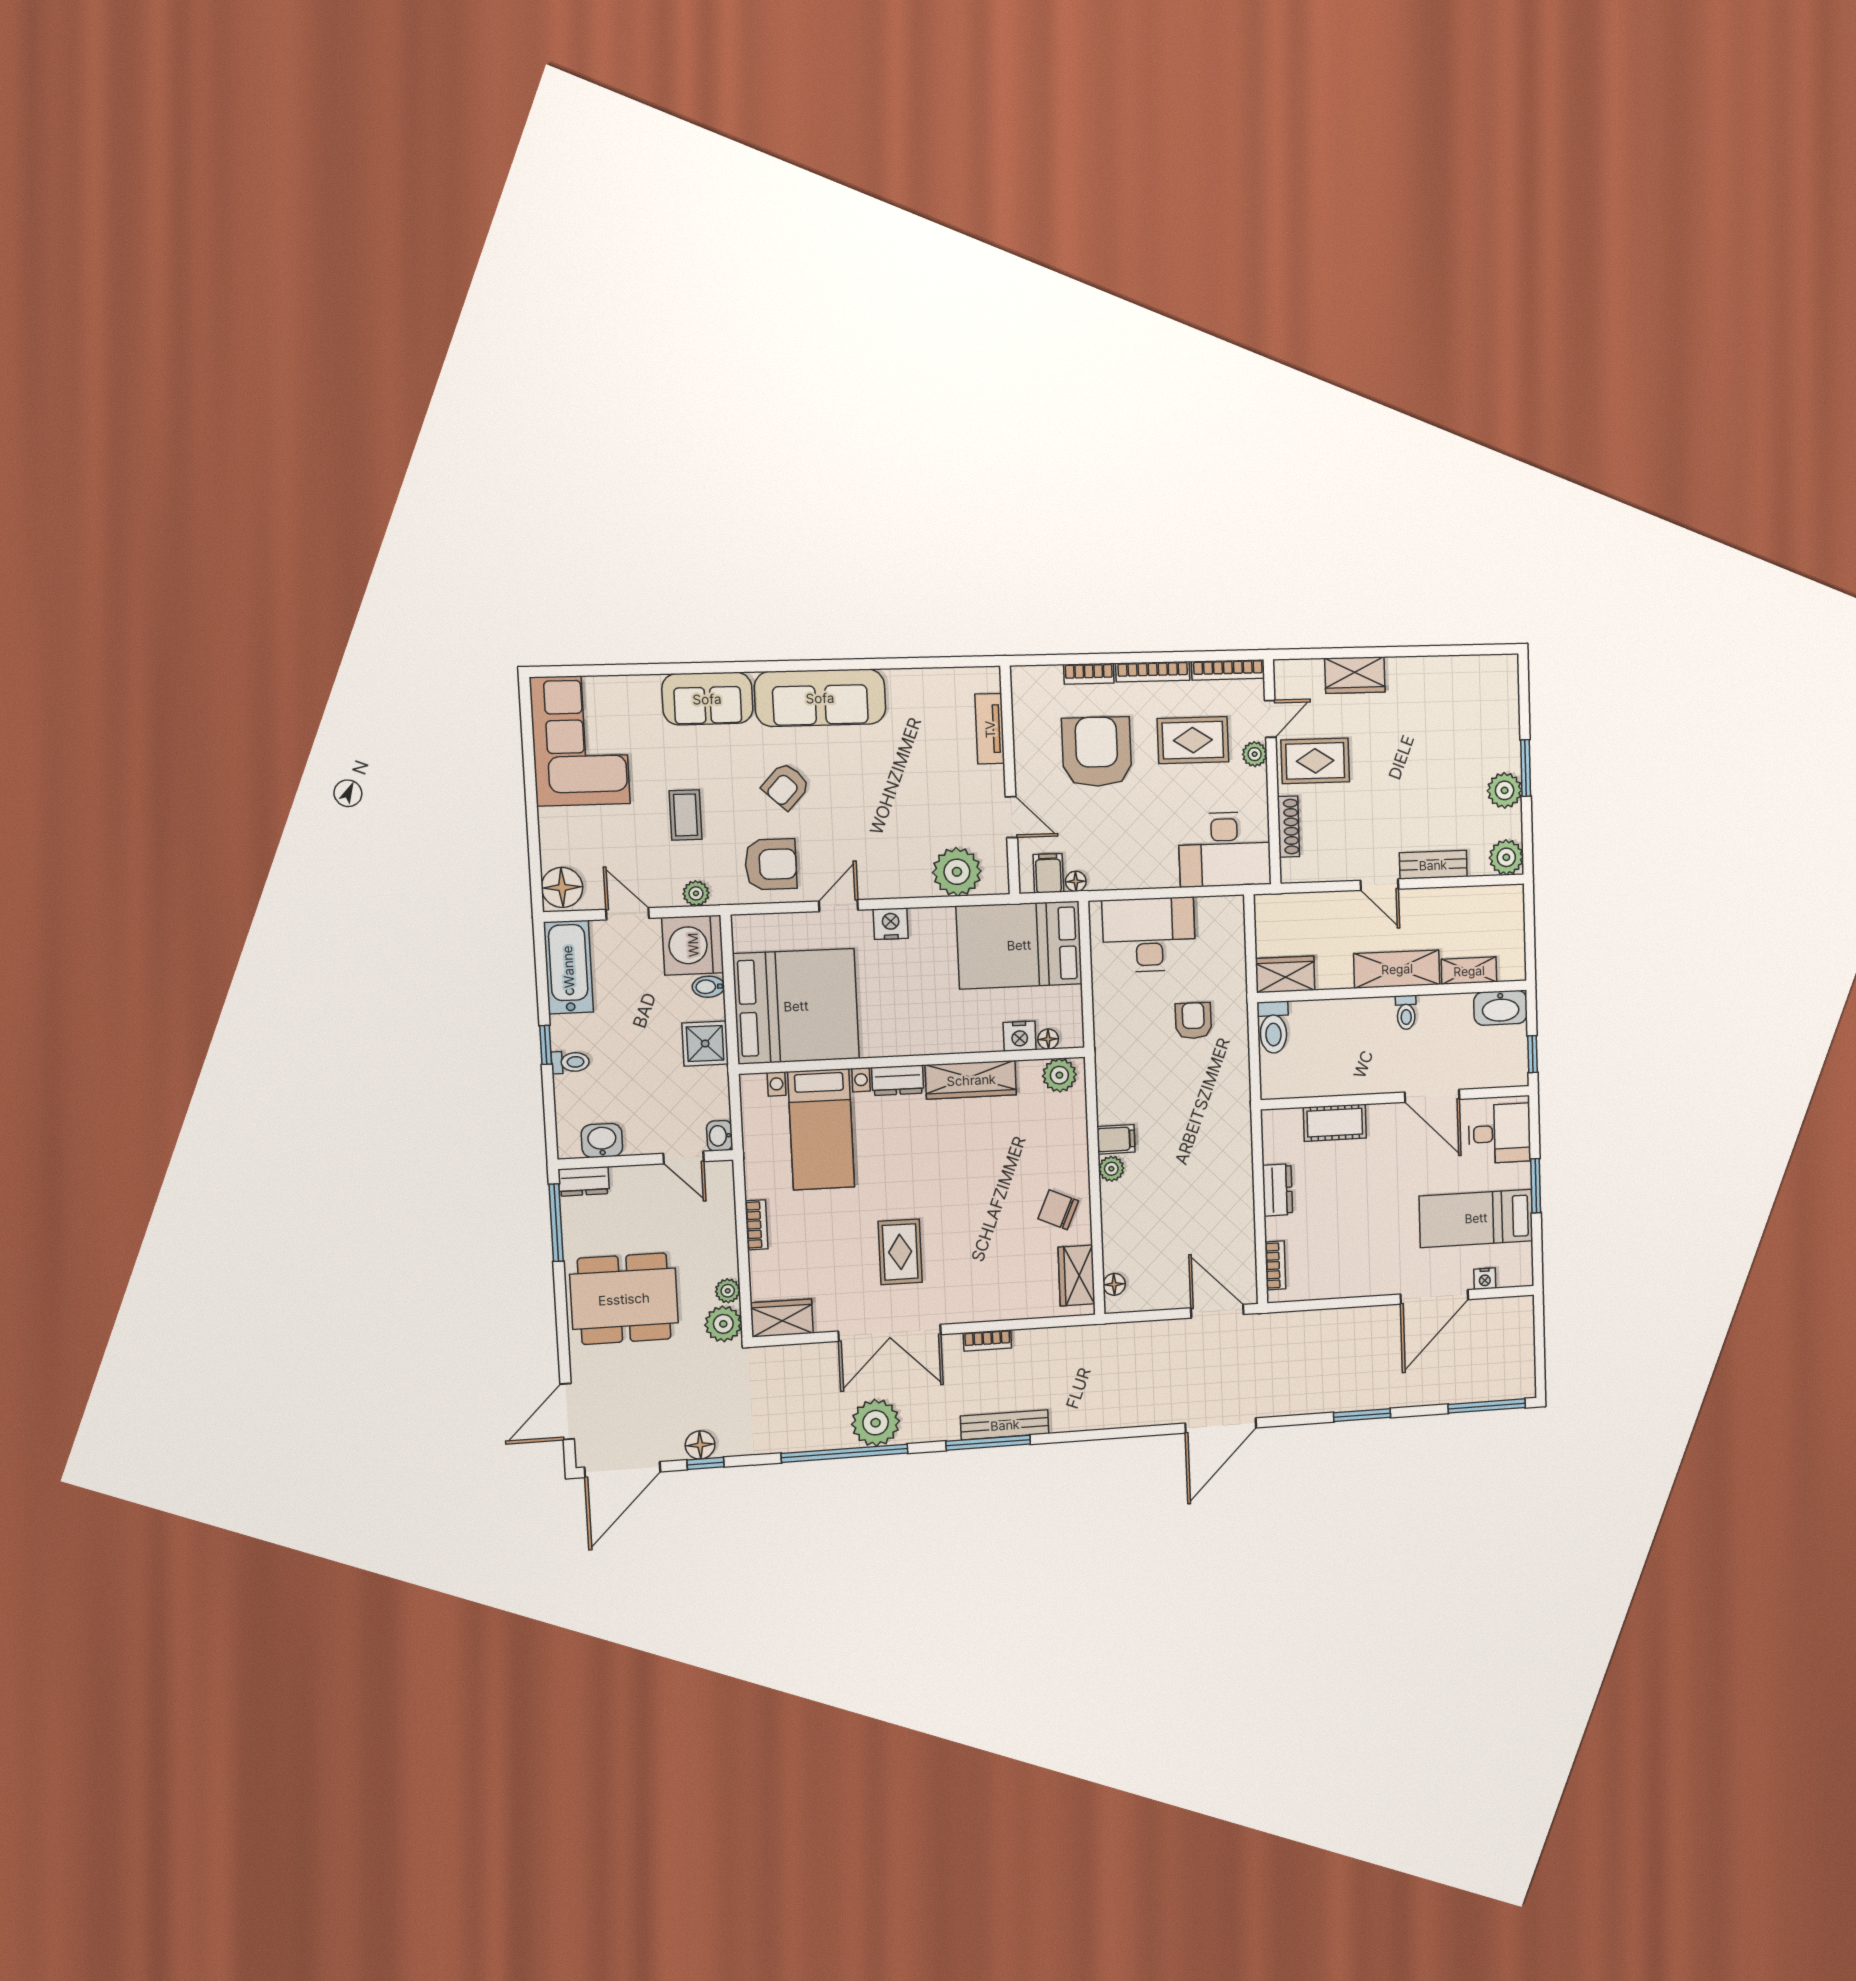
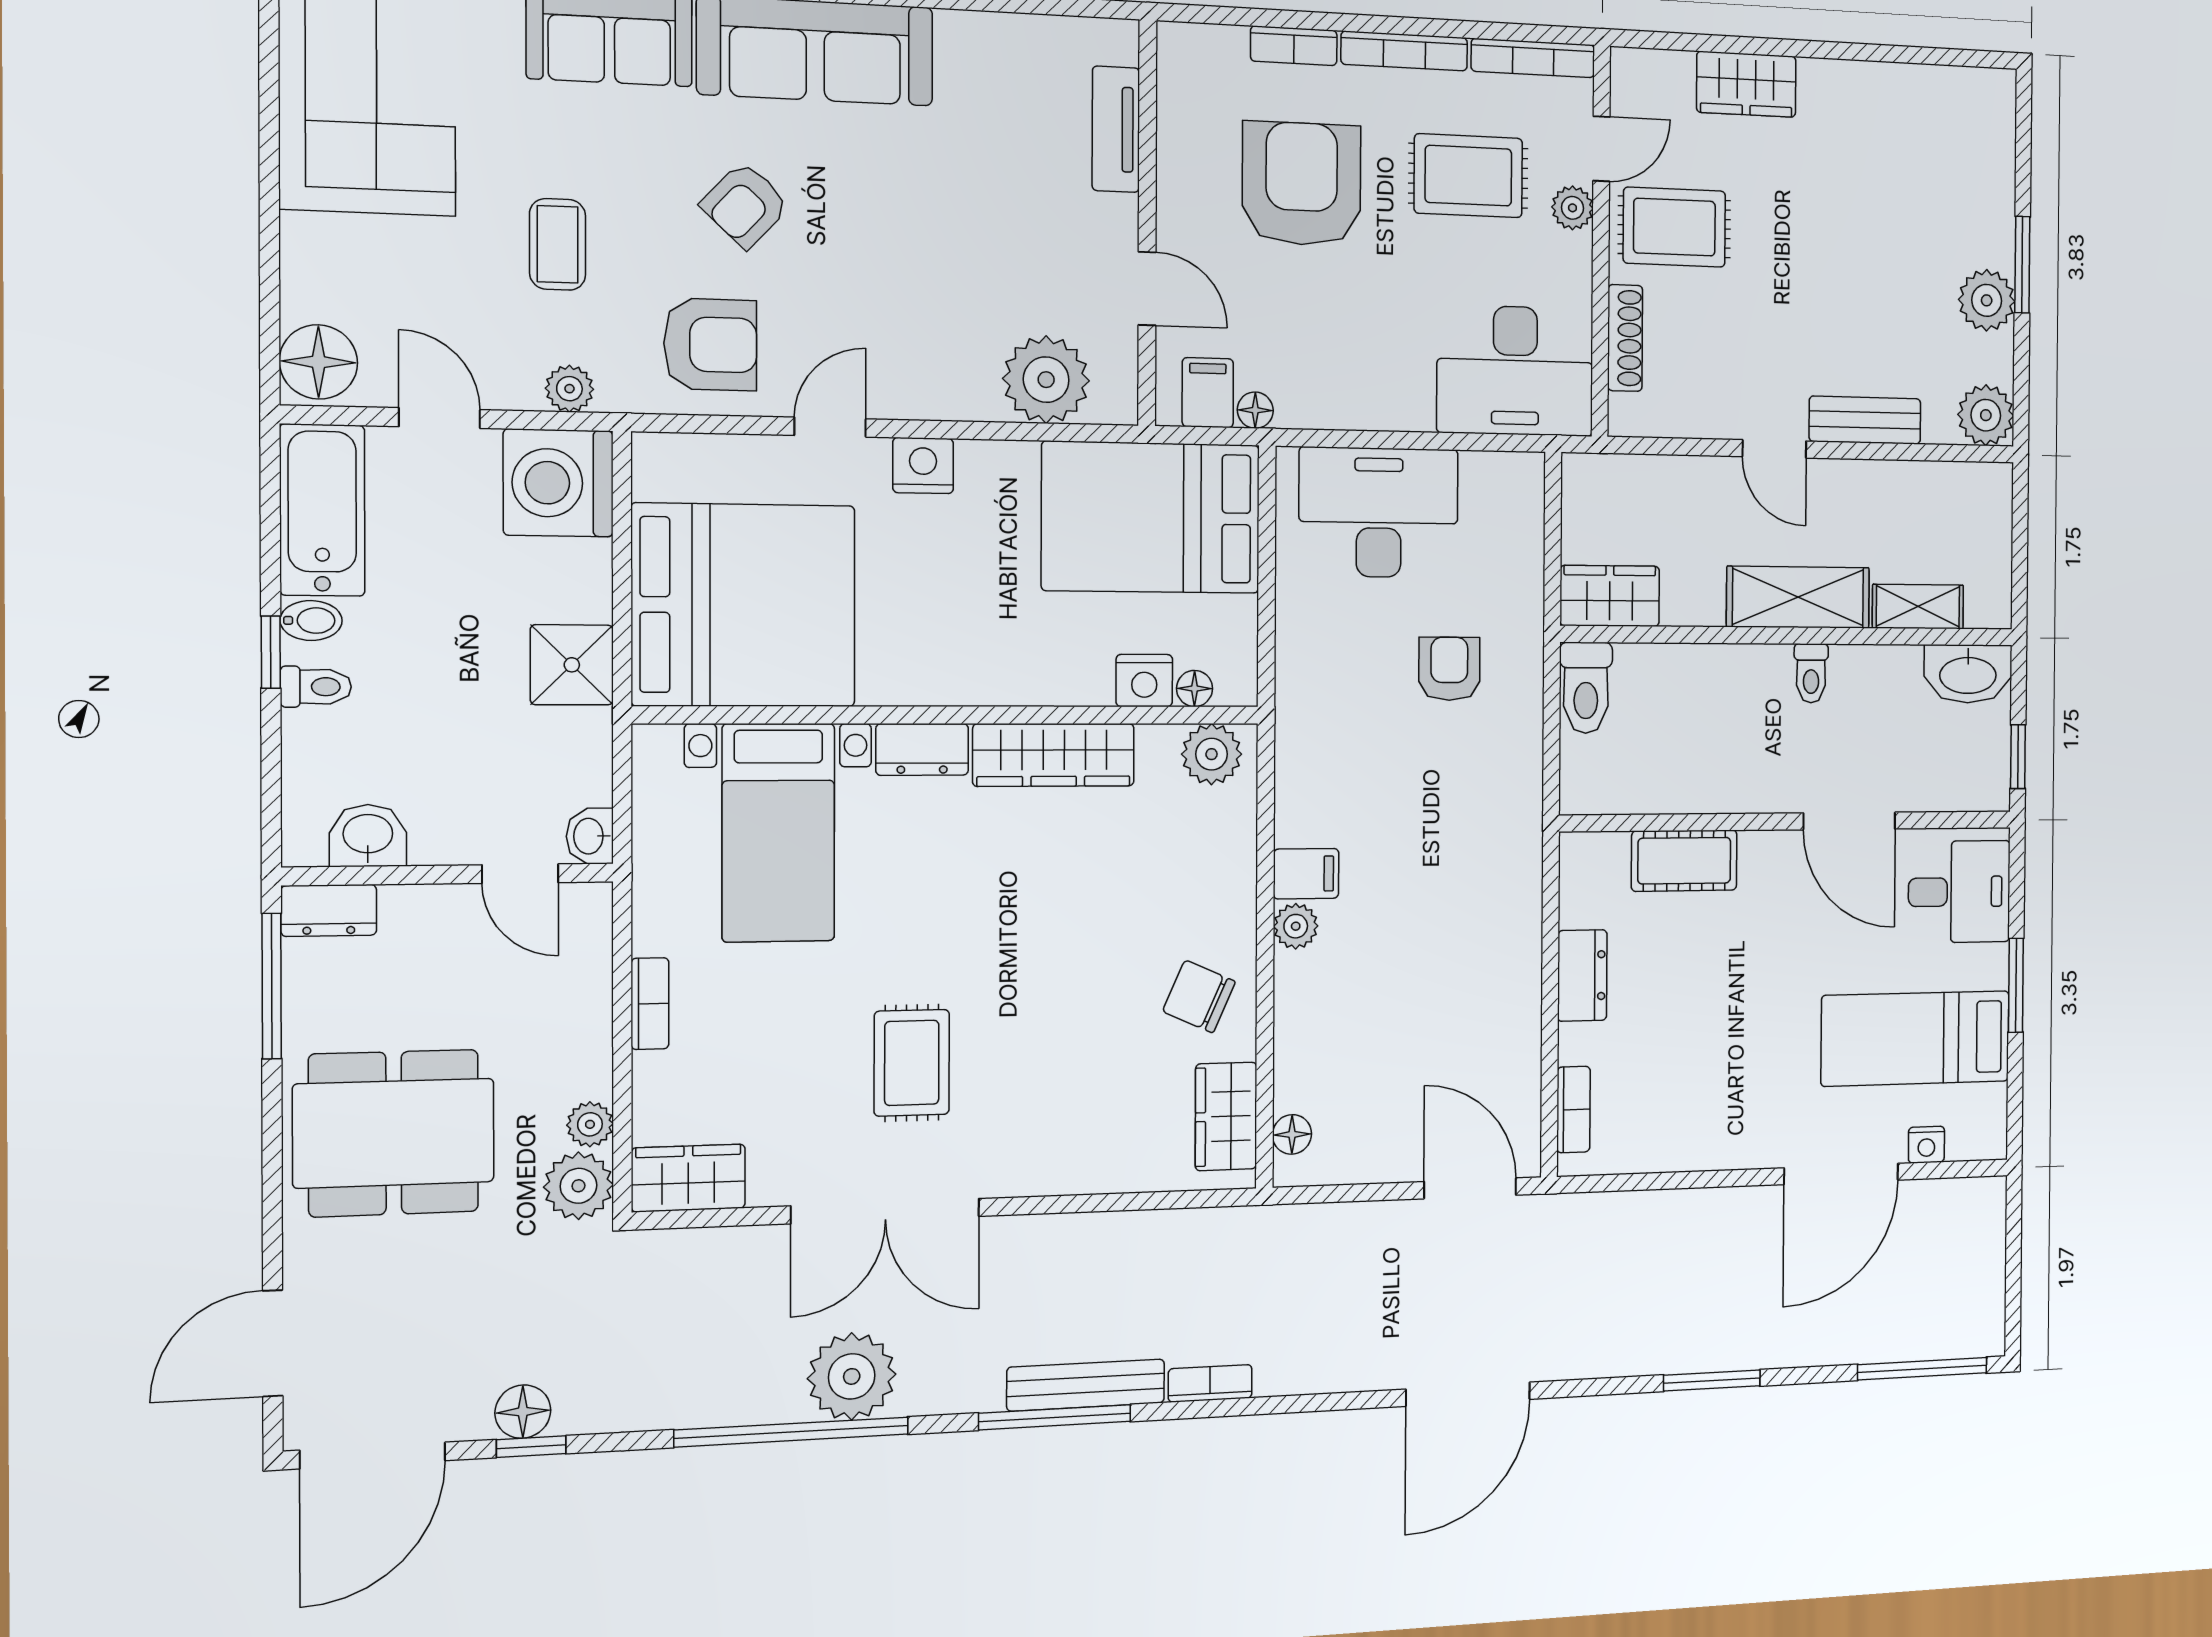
bidet: (708, 987) -> (311, 621), moved, turned 180
bookcase: (987, 1340) -> (1210, 1383), moved, turned 180

